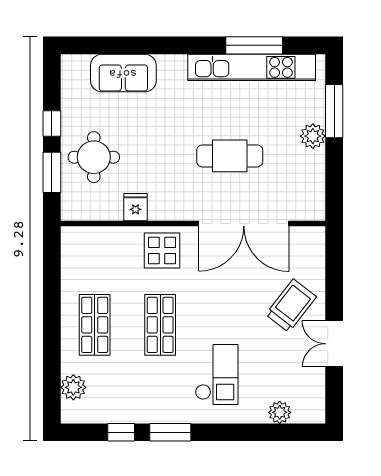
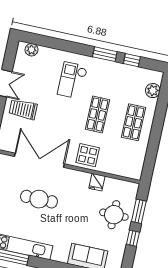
trolley: (291, 306) -> (23, 109), turned 52
plant: (280, 412) -> (32, 50), moved

